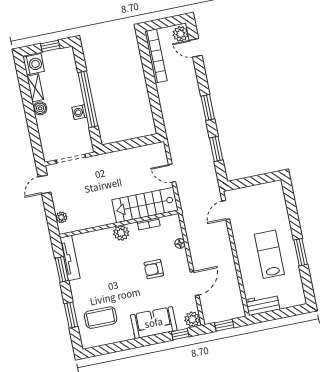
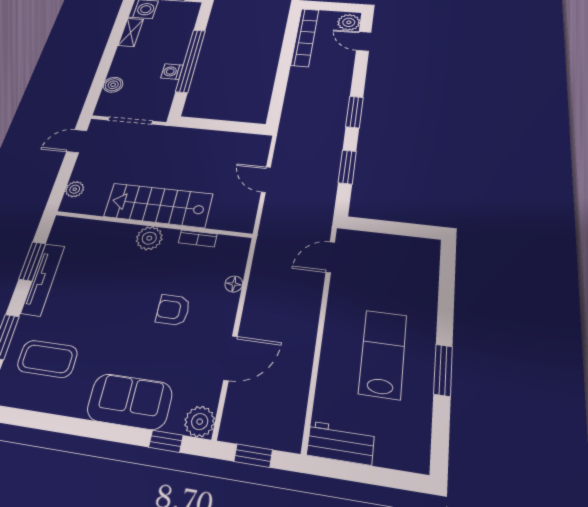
boiler: (40, 108) -> (113, 85), moved
stairs: (145, 205) -> (158, 205), moved
tv unit: (70, 258) -> (43, 279), moved

